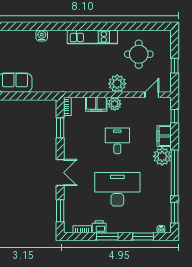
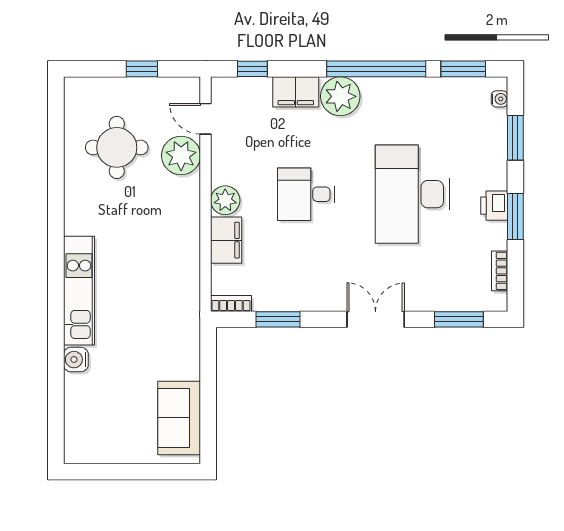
kitchen unit: (92, 37) -> (79, 291), moved
plant: (117, 84) -> (181, 156), moved
printer: (99, 227) -> (494, 206), moved

